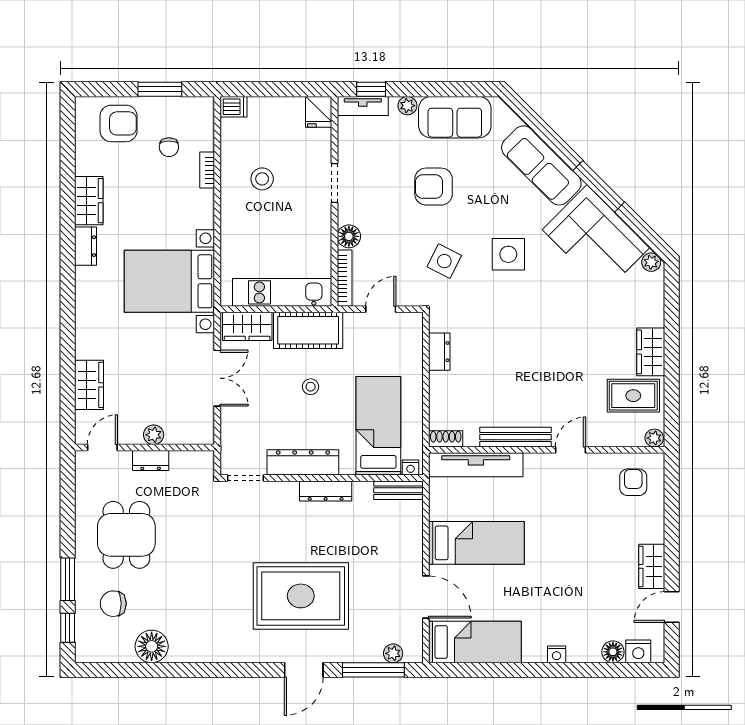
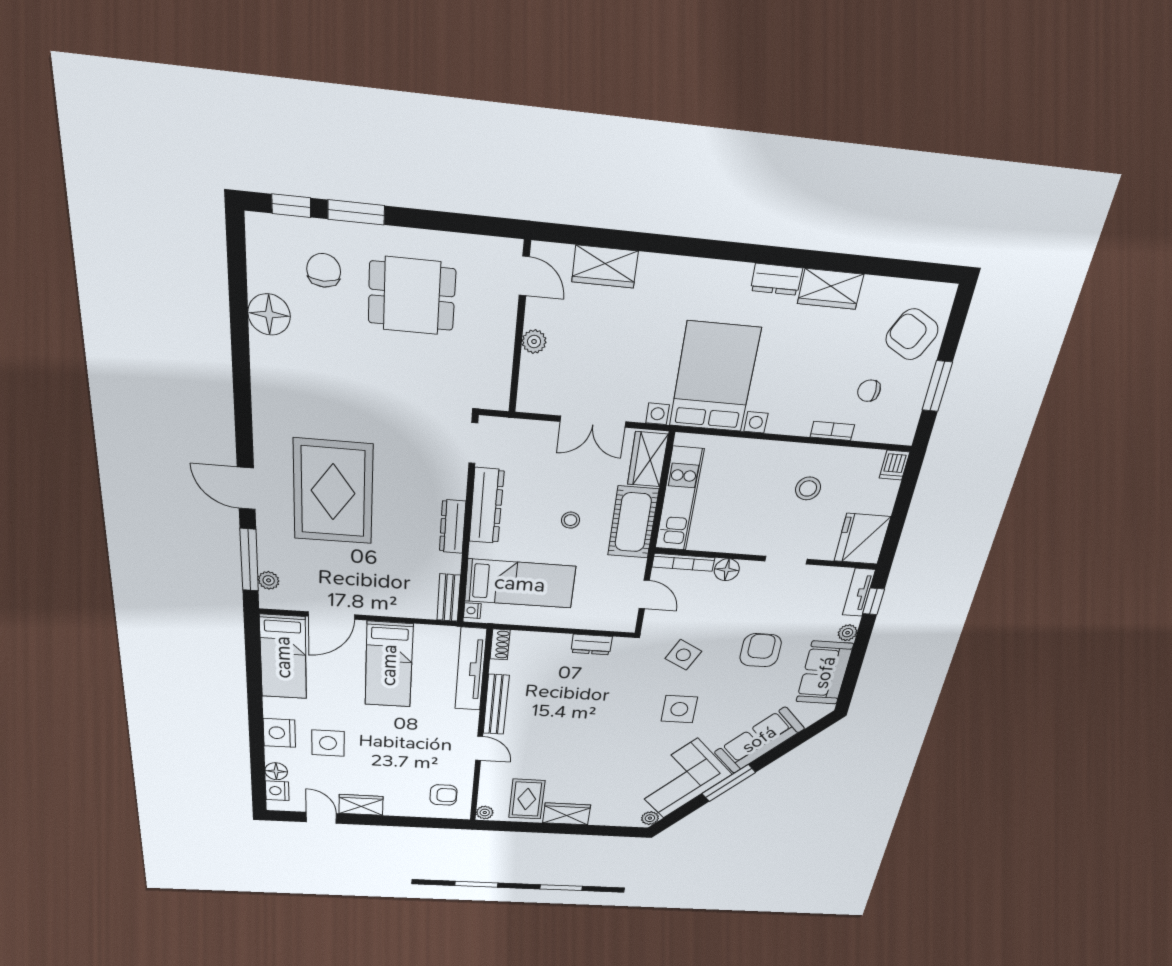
fridge: (319, 112) -> (862, 539), width x1.88, depth x1.34
armchair: (119, 123) -> (912, 334), turned 118
dresser: (151, 461) -> (503, 335), removed
side table: (574, 600) -> (328, 743), added
nightstand: (557, 654) -> (279, 733), width x1.89, depth x1.79

